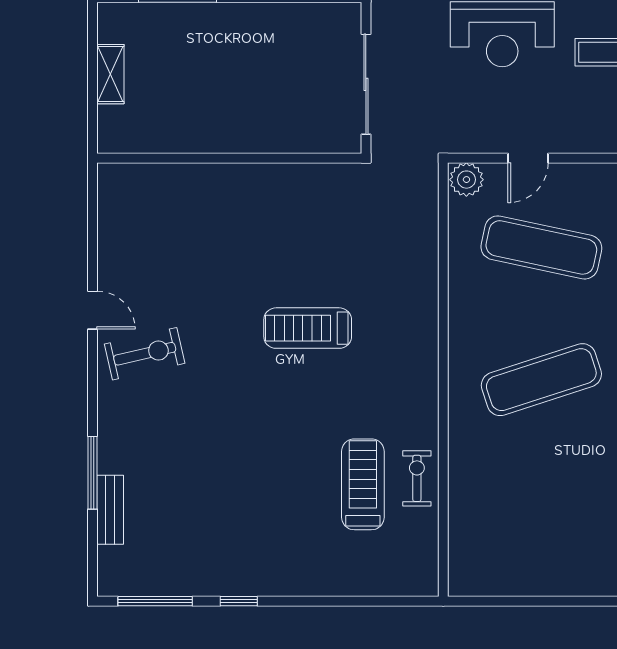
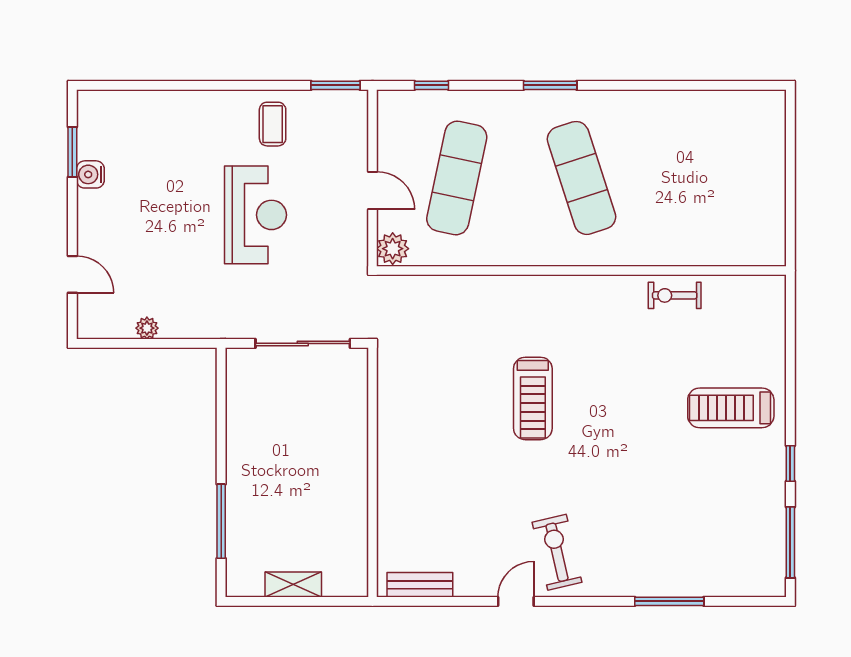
treadmill: (363, 484) -> (731, 408), moved
bench: (110, 510) -> (420, 585), moved

